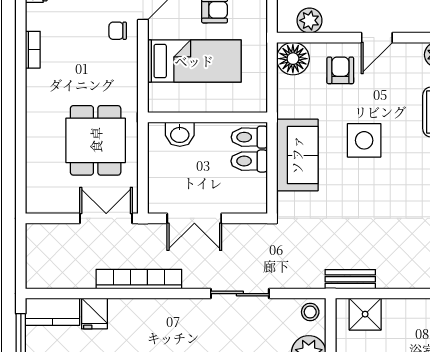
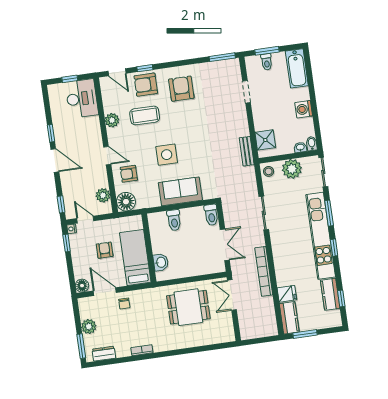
wall: (207, 117) -> (149, 248), moved
washbasin: (180, 134) -> (161, 262), moved
toilet: (249, 161) -> (211, 215), moved

